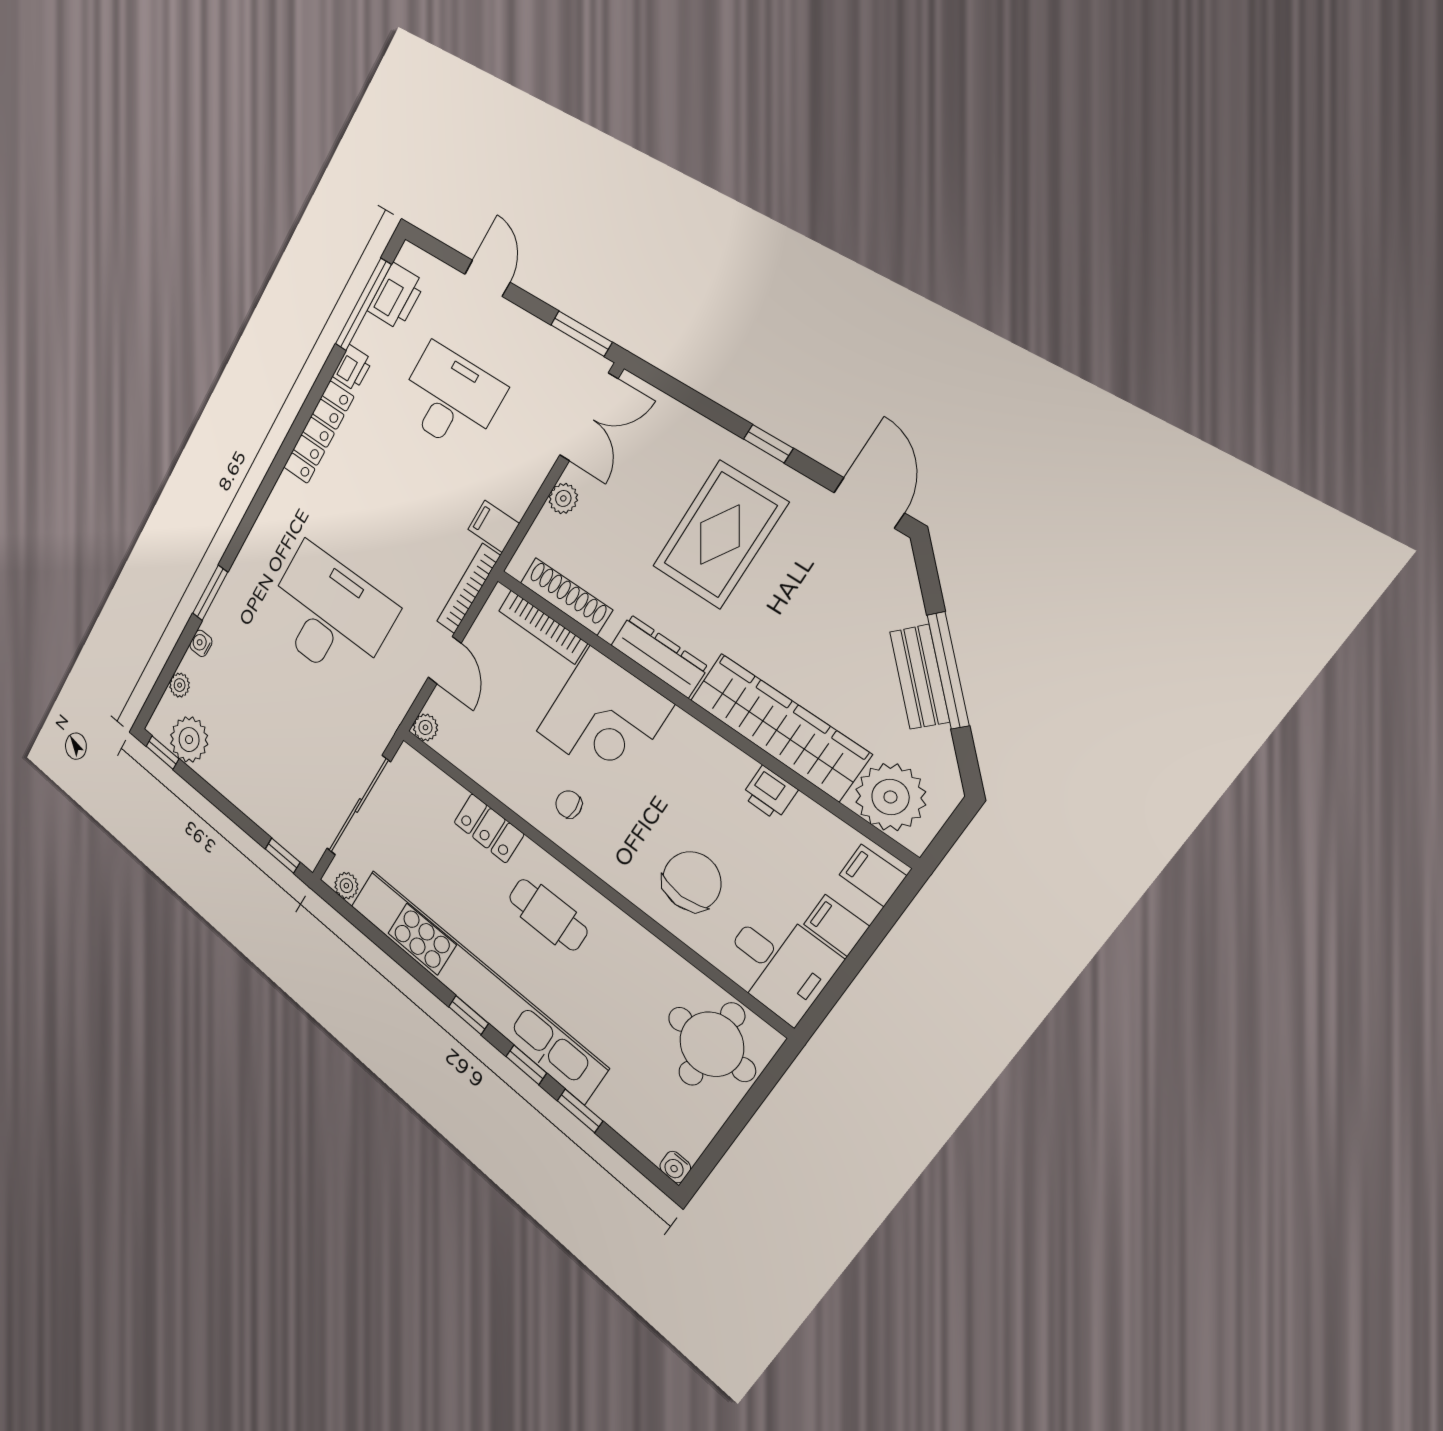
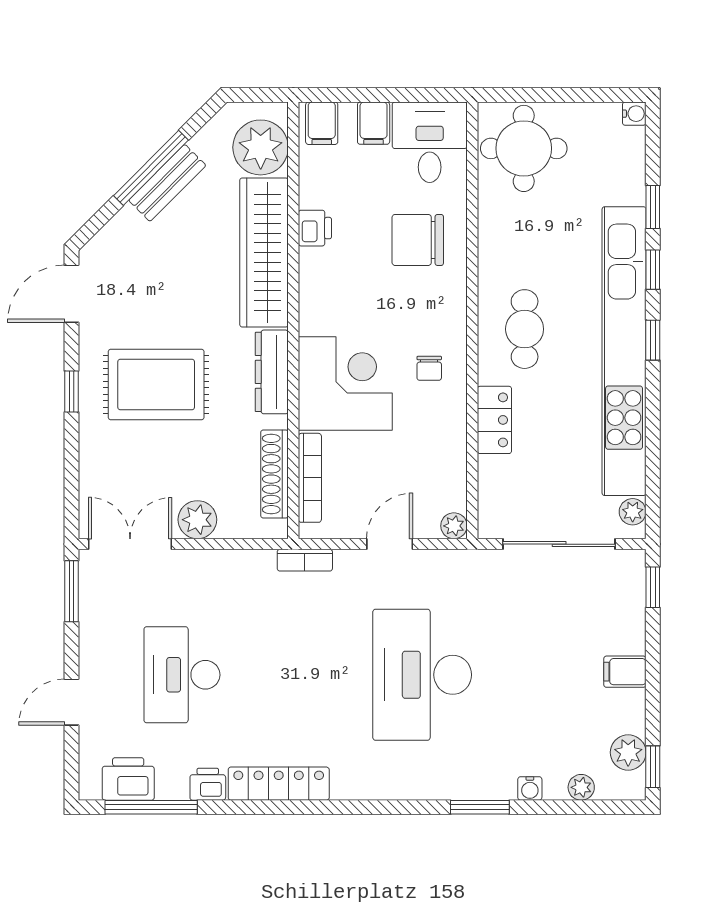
plant: (563, 498) -> (197, 520), width x1.38, depth x1.38
filing cabinet: (494, 526) -> (625, 672), moved, turned 90
bookcase: (468, 589) -> (305, 560), width x0.64
plant: (189, 740) -> (628, 752), width x0.73, depth x0.73

